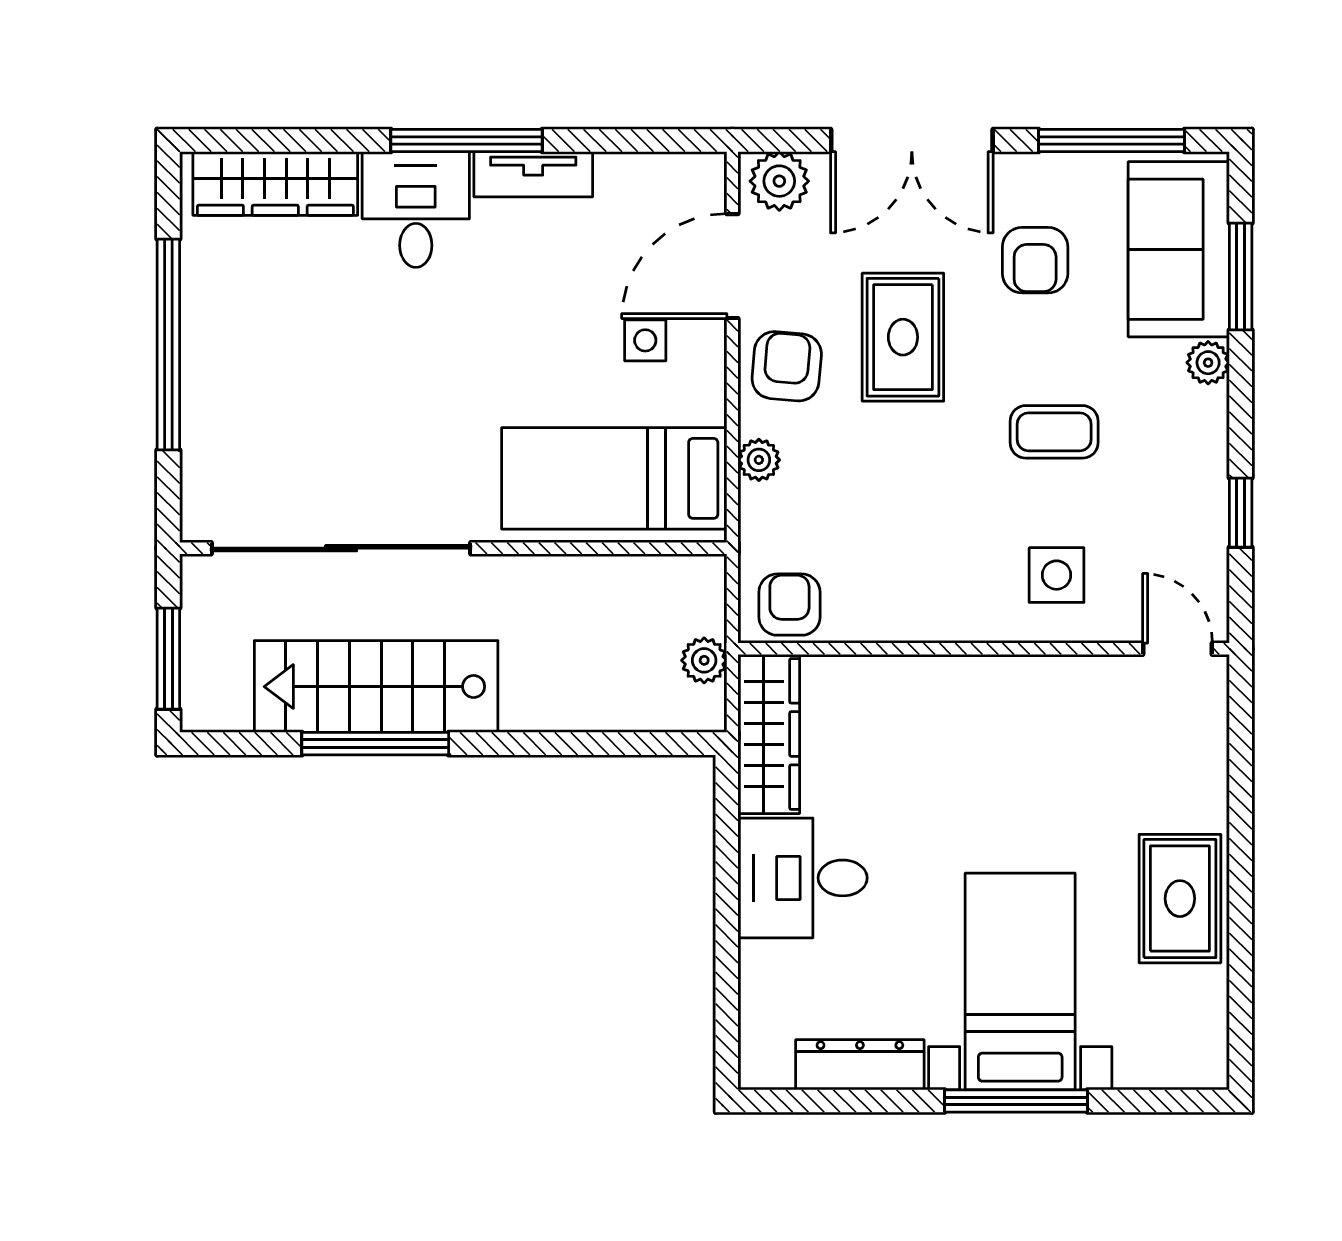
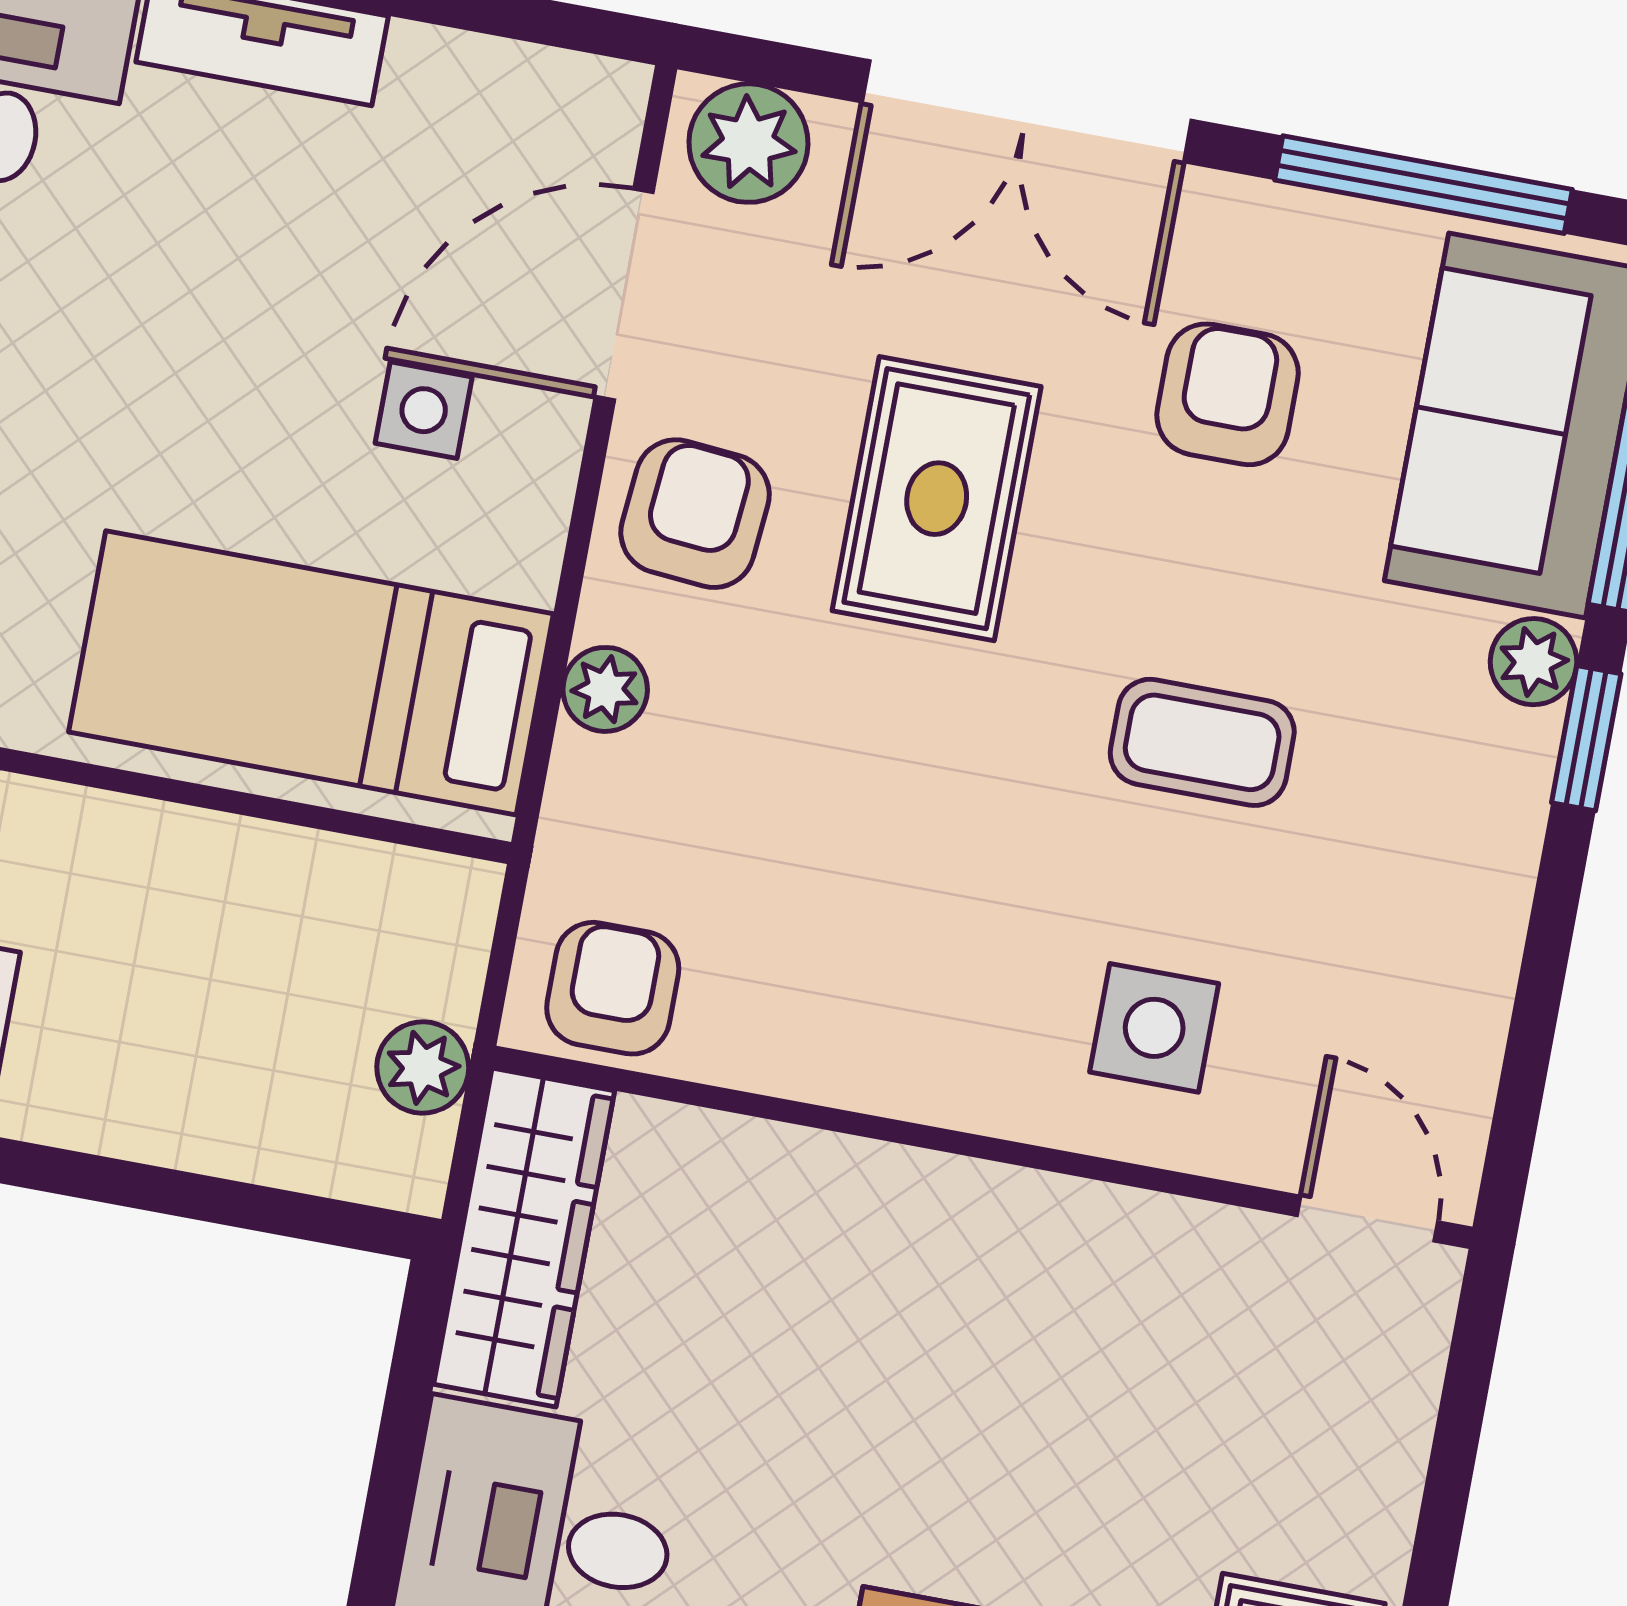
armchair: (1035, 260) -> (1228, 394), turned 180
window: (1241, 513) -> (1586, 738), moved

